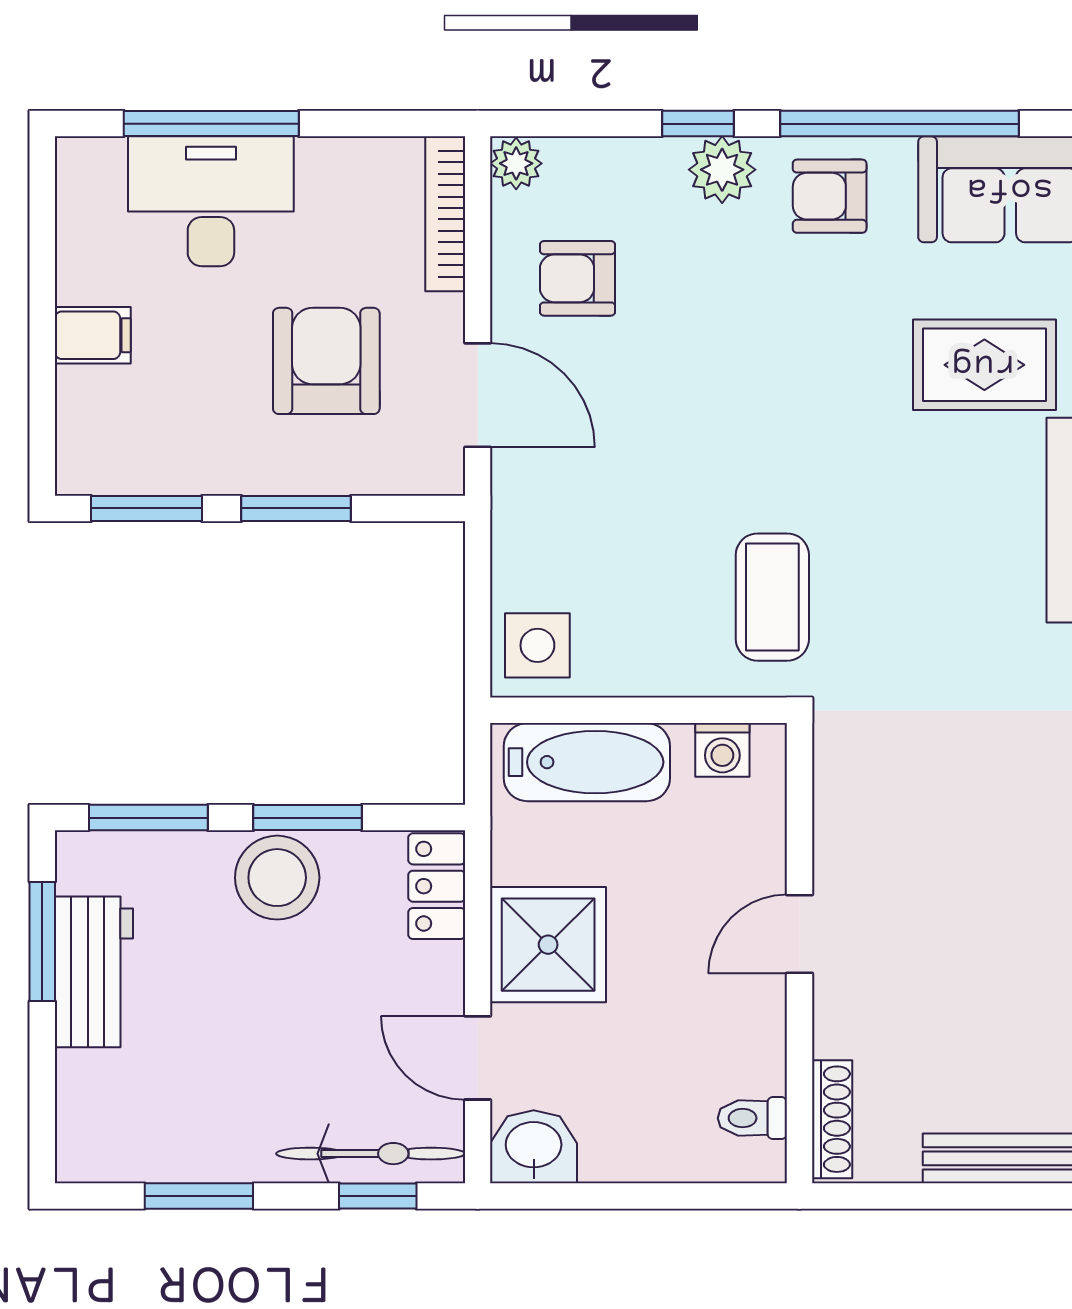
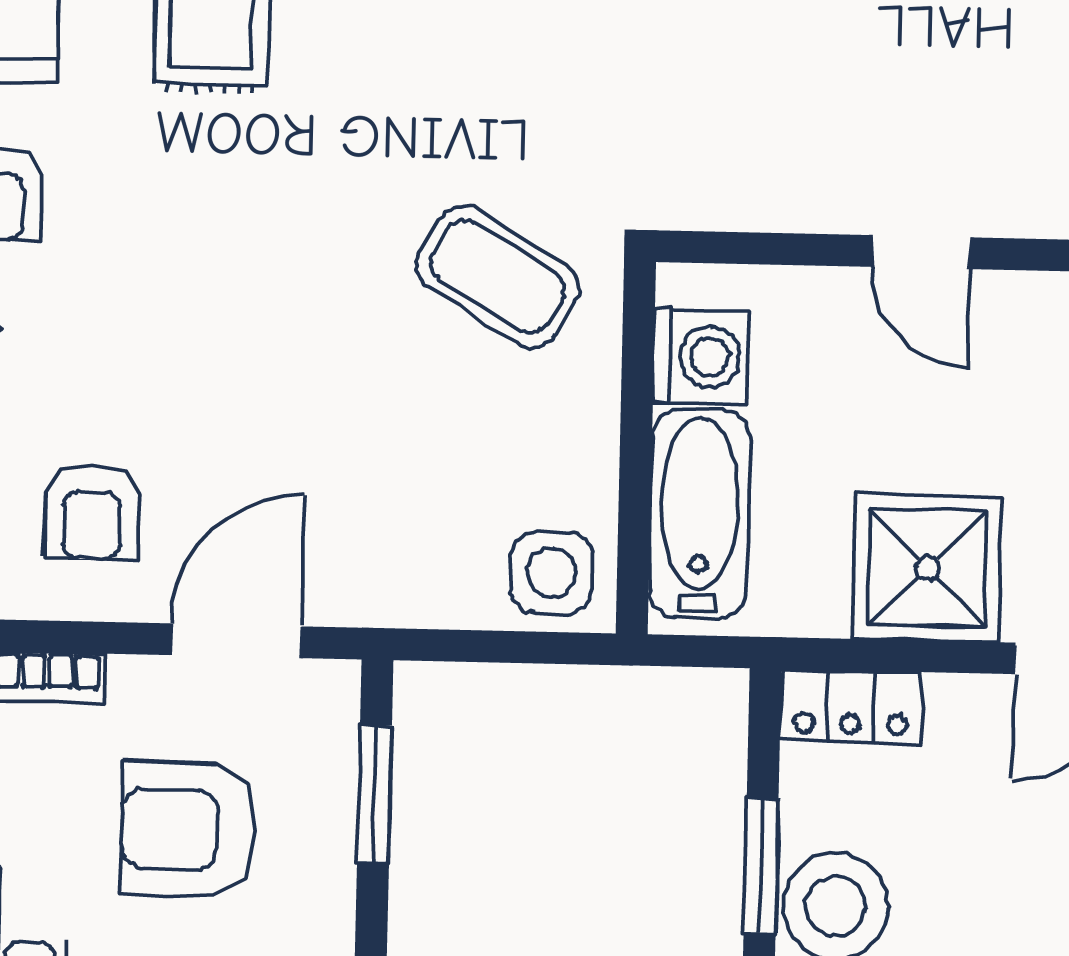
window: (296, 508) -> (374, 794), moved
coffee table: (772, 597) -> (498, 276), turned 31
washing machine: (722, 750) -> (700, 357), width x1.38, depth x1.38

